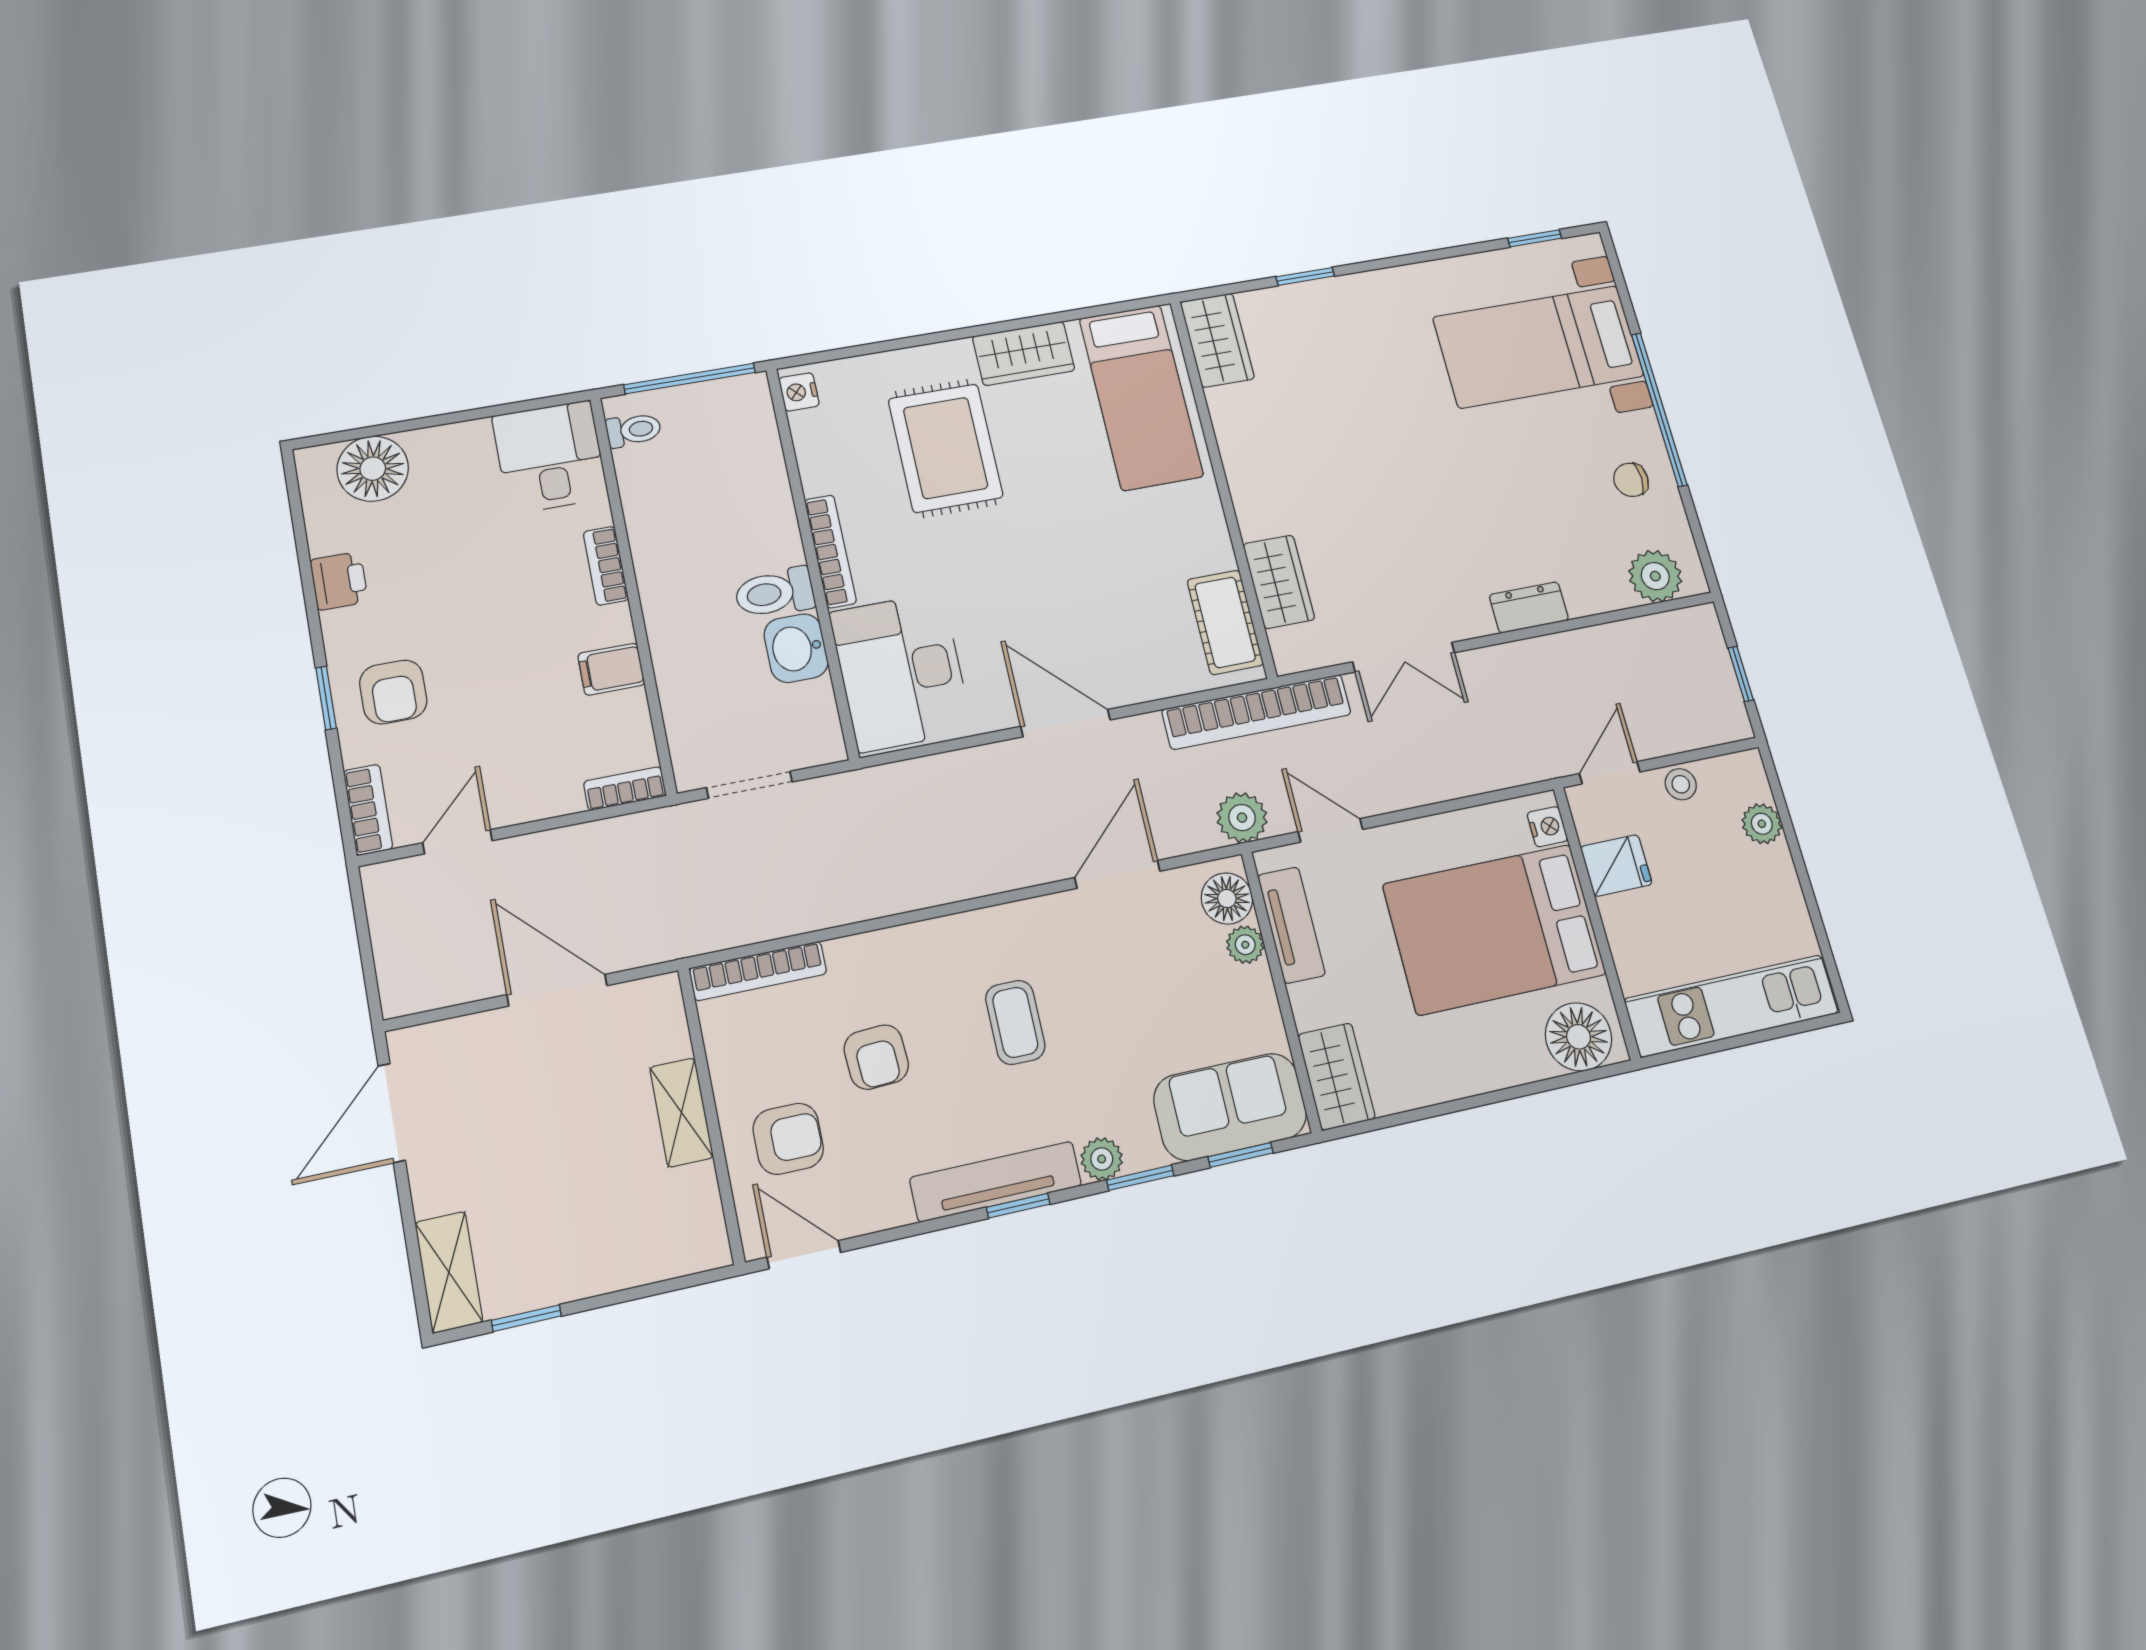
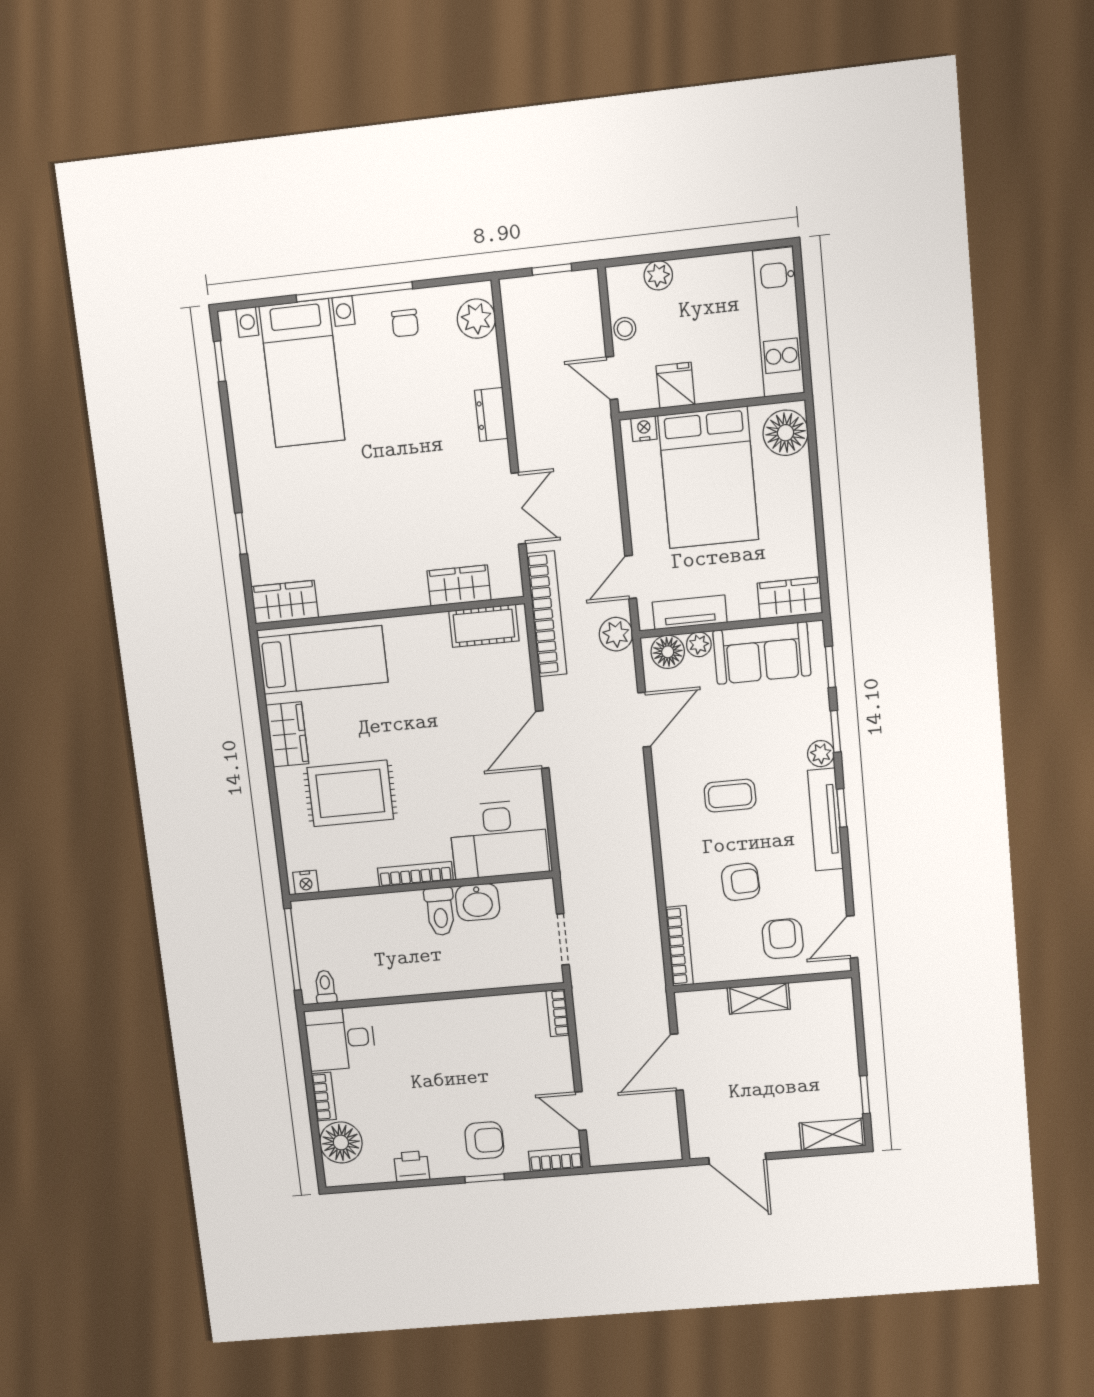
bookcase: (606, 566) -> (324, 1097), moved, turned -90
filing cabinet: (611, 669) -> (481, 1014), removed
door: (1117, 874) -> (644, 720), swing flipped
sofa: (1230, 1107) -> (762, 653), moved, turned -90

